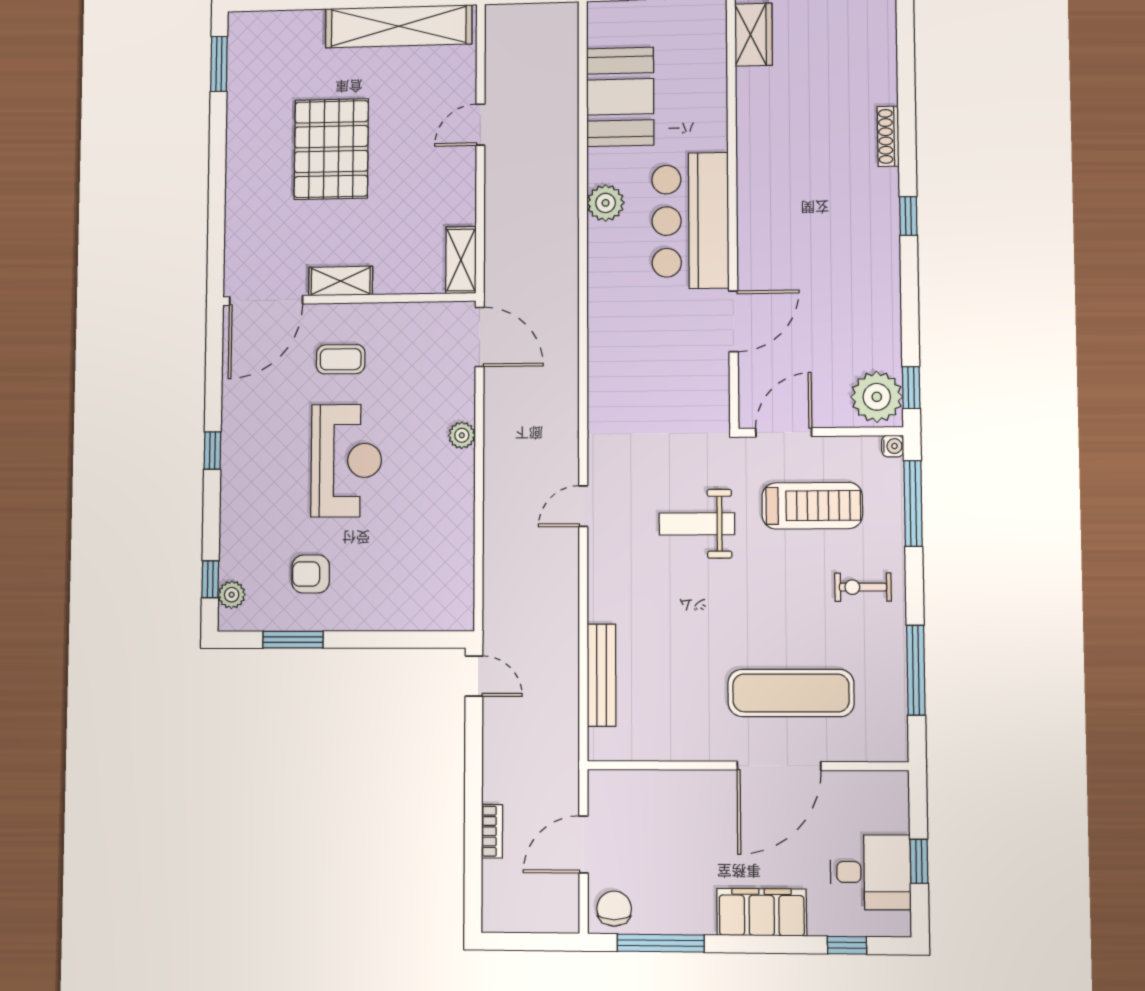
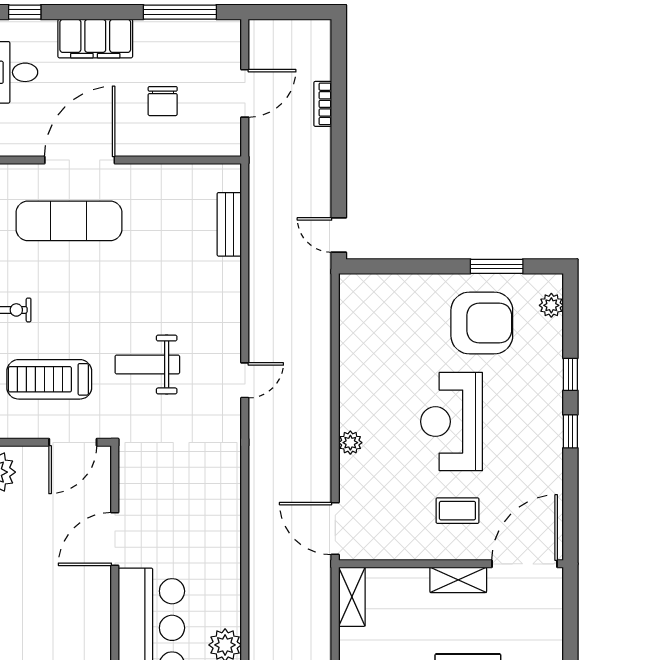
weight bench: (697, 524) -> (147, 364), turned 180
armchair: (311, 574) -> (482, 323), width x1.88, depth x1.88
window: (210, 579) -> (570, 374), moved
bench: (602, 675) -> (229, 224), width x0.73
chair: (614, 909) -> (163, 101), moved

